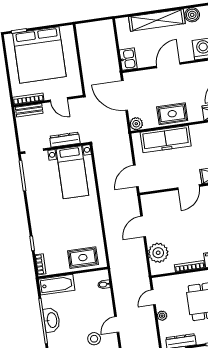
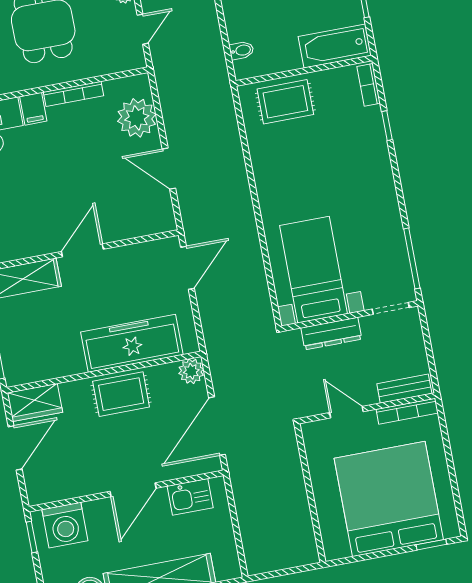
kitchen sink: (128, 59) -> (190, 497), moved, turned -90
door: (124, 95) -> (217, 426), swing flipped
door: (143, 226) -> (169, 169), swing flipped

